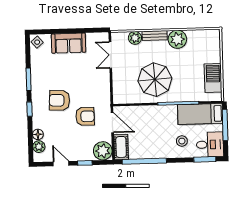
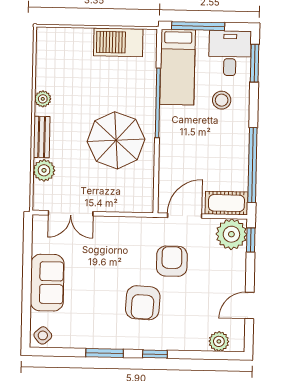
plant: (177, 39) -> (43, 99), width x0.53, depth x0.53
floor lamp: (38, 134) -> (198, 342), removed
window: (85, 163) -> (251, 240), moved

